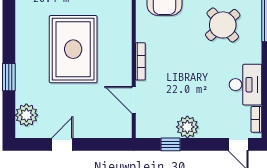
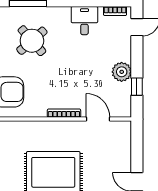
desk: (245, 85) -> (84, 21), width x0.73
door: (134, 100) -> (98, 119), swing flipped

